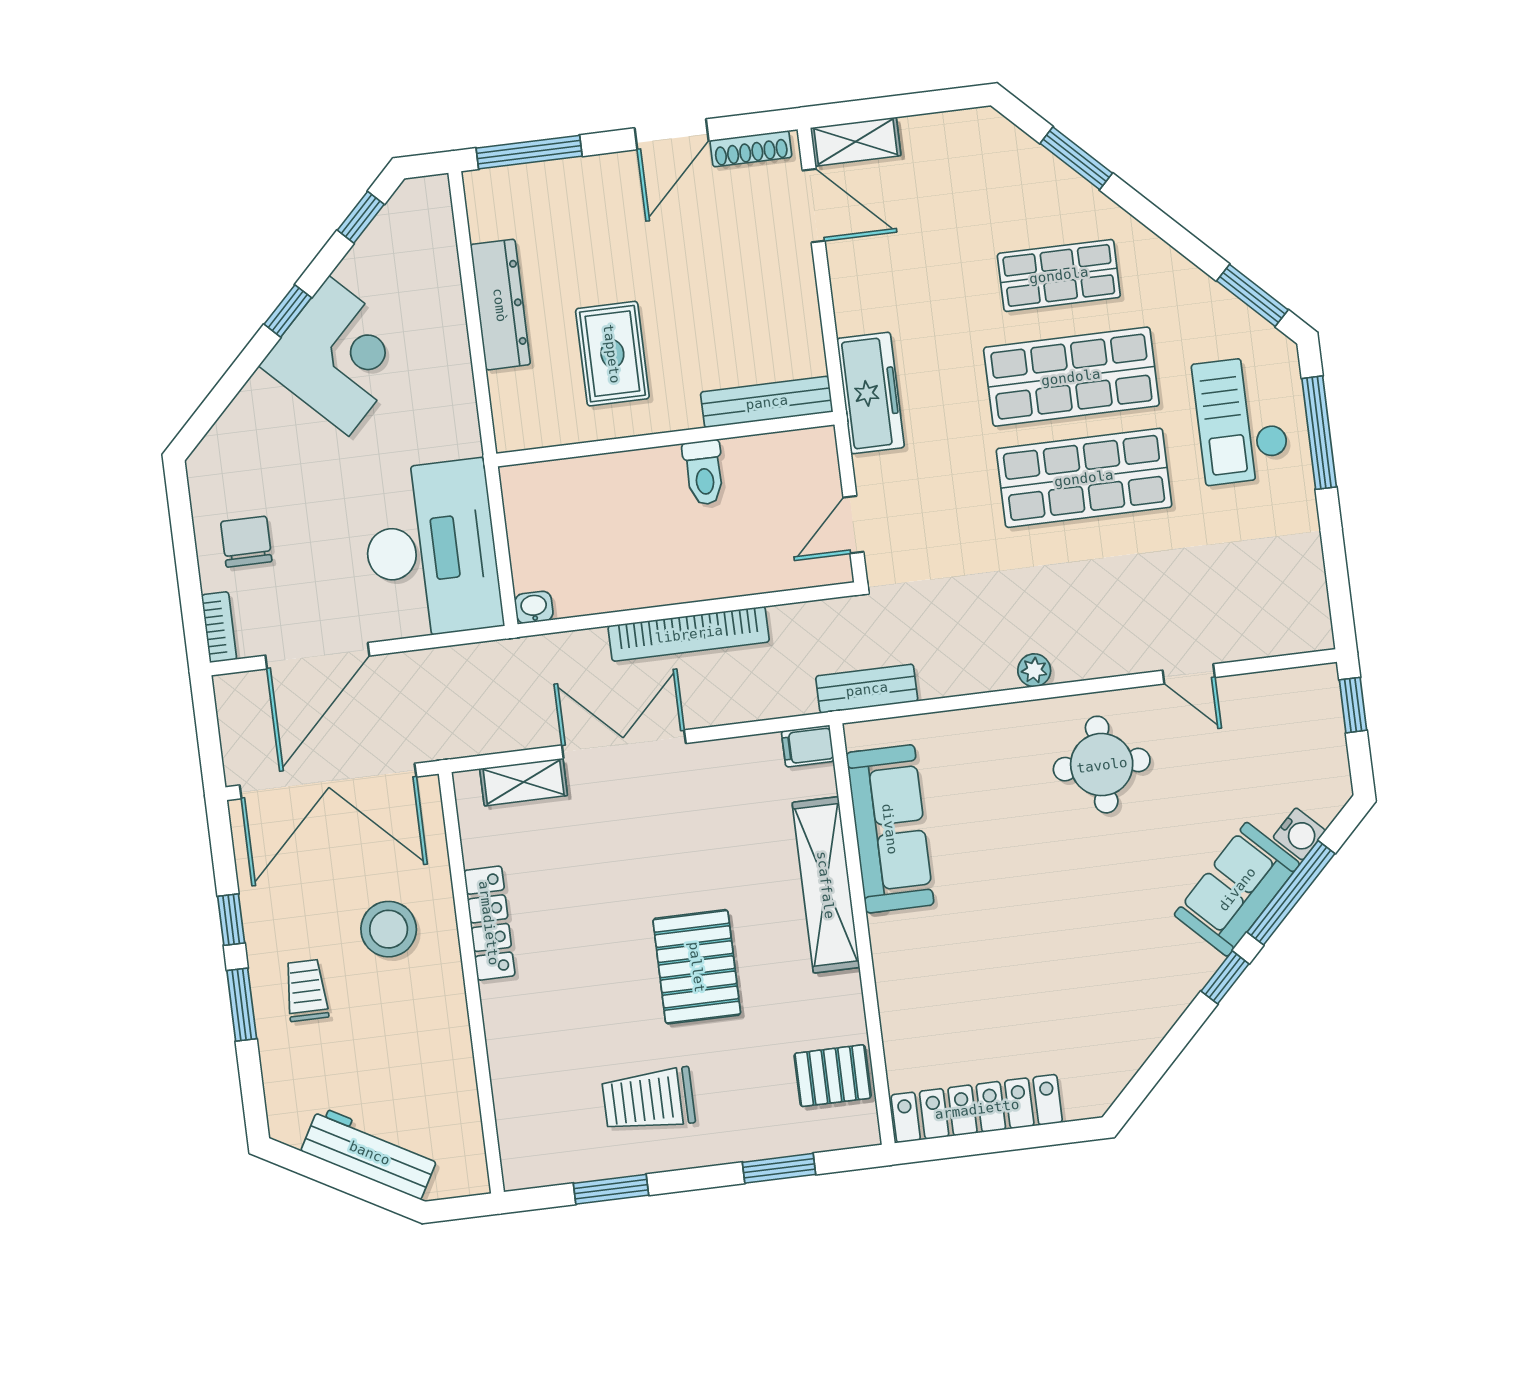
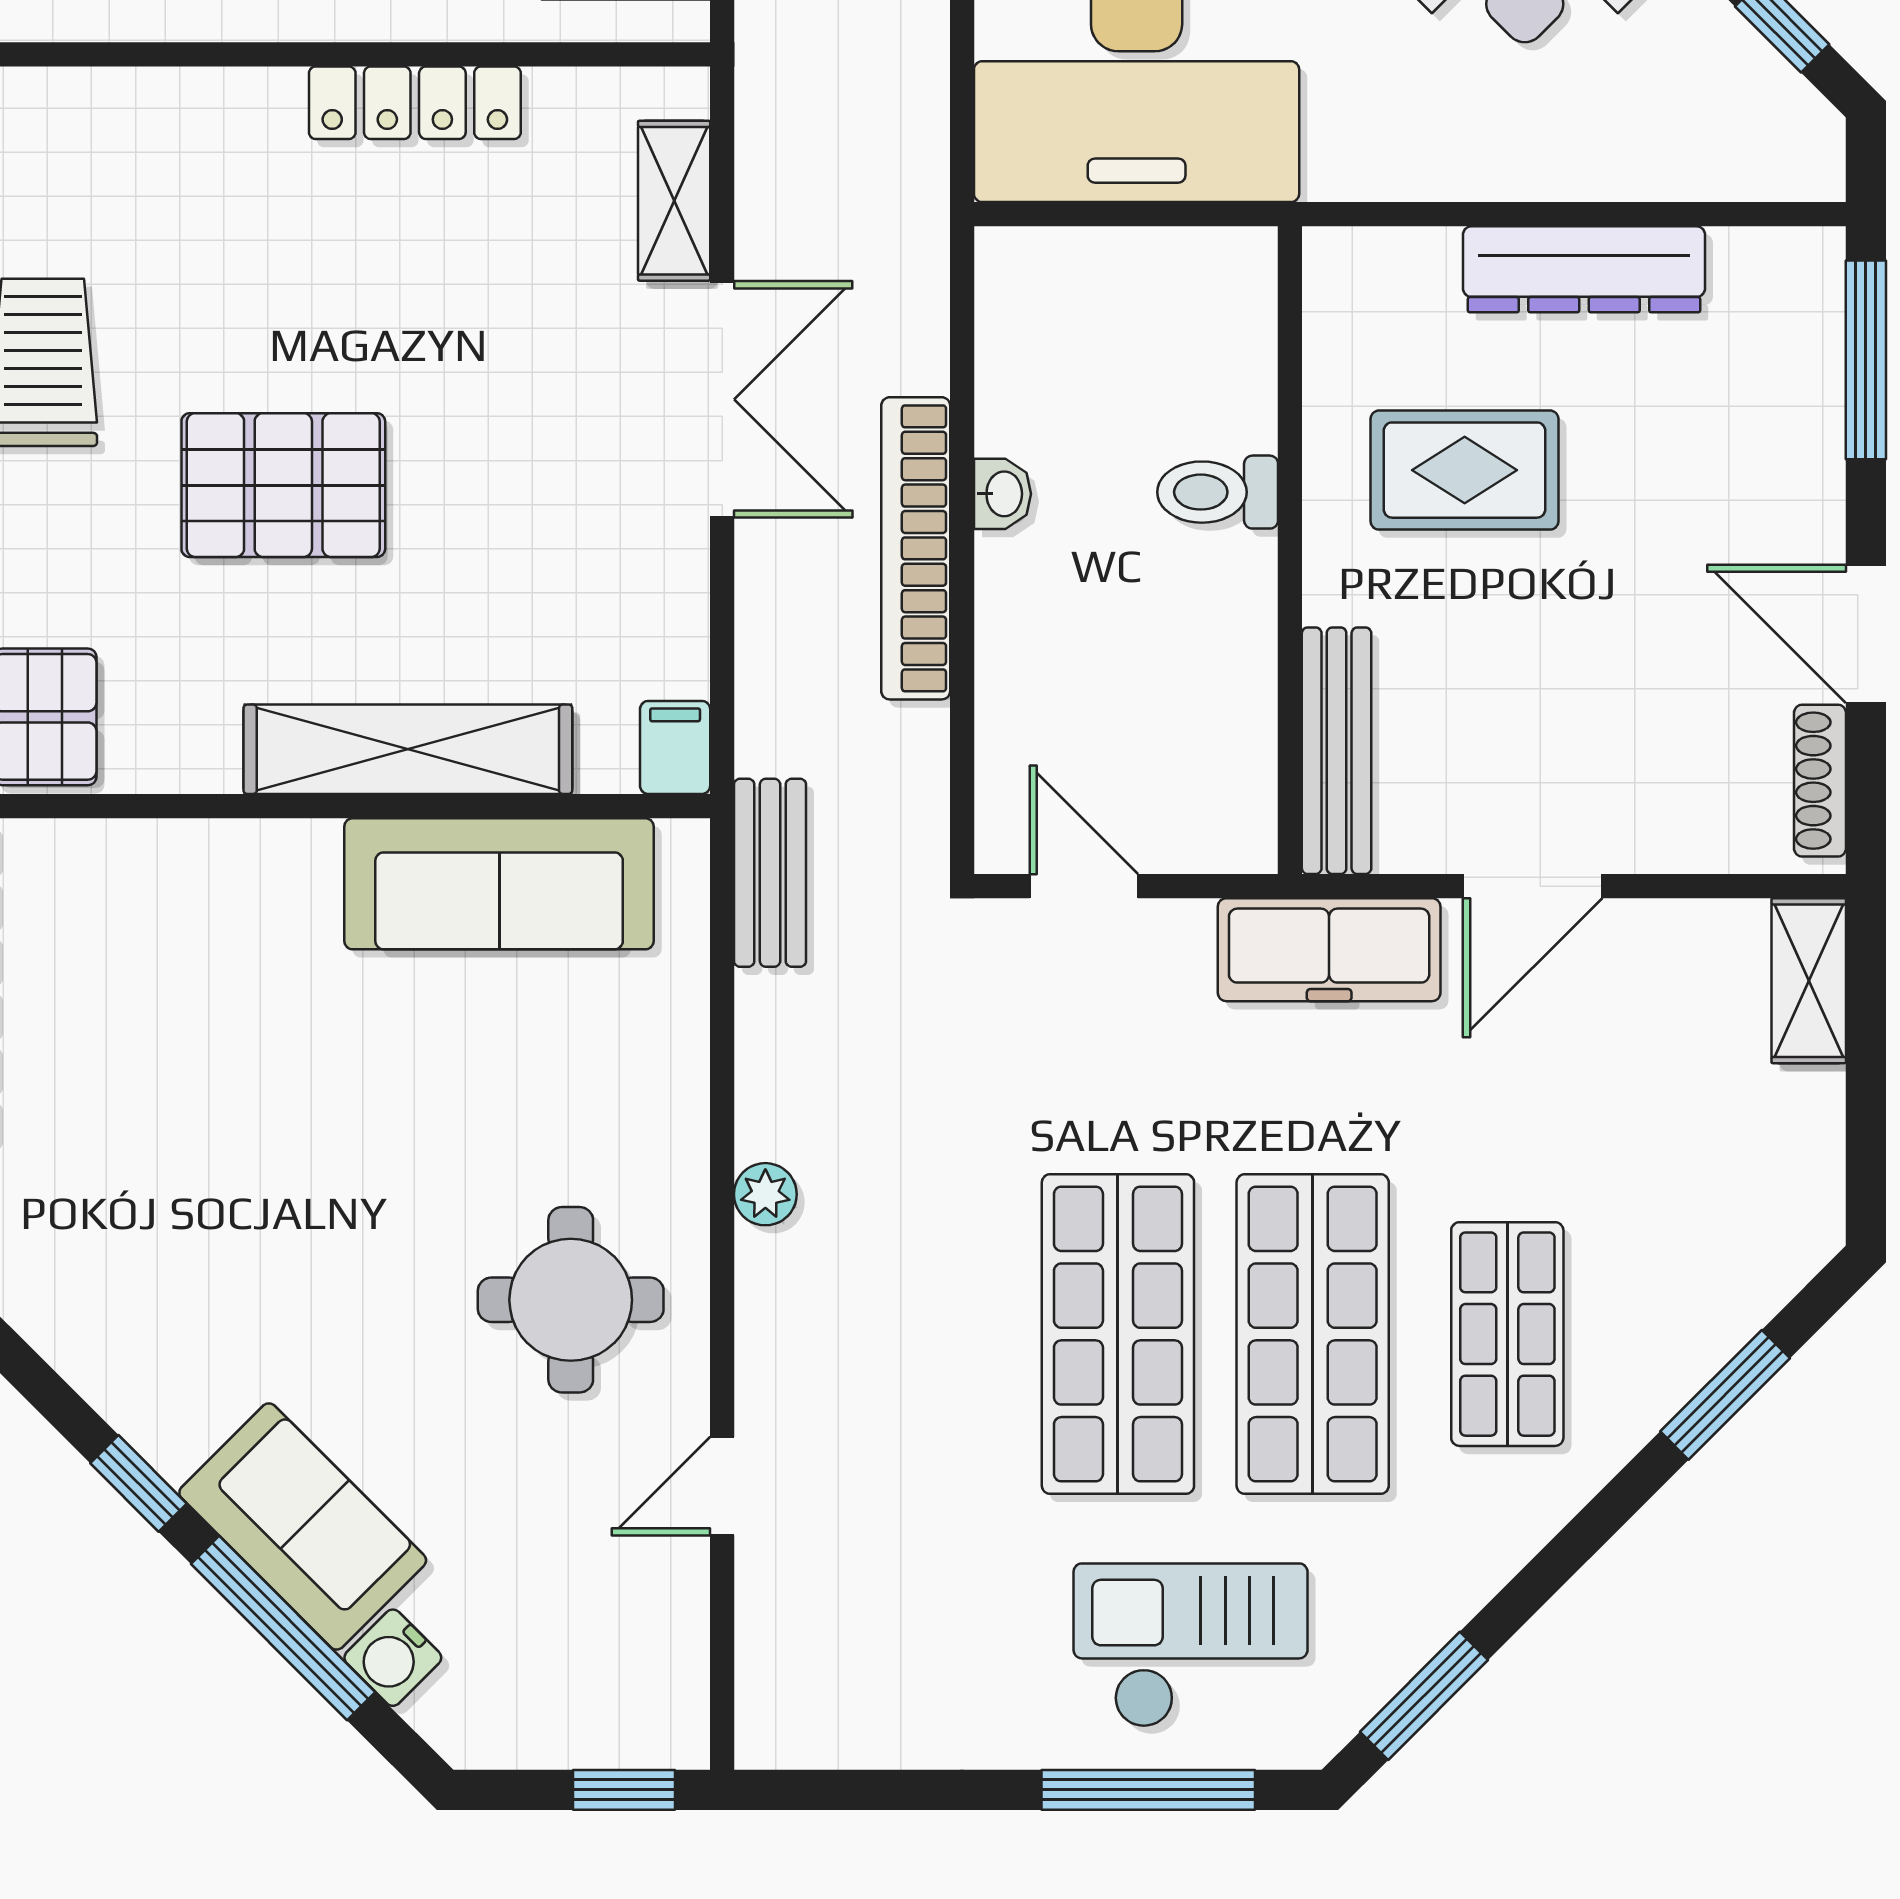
door: (814, 206) -> (1533, 886), moved
toilet: (704, 473) -> (1218, 492), moved
washbasin: (534, 607) -> (1003, 494), moved

